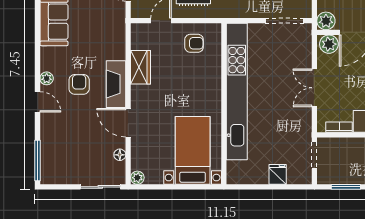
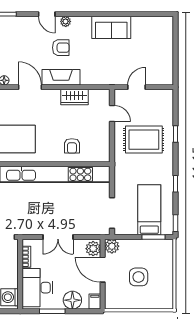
armchair: (194, 43) -> (72, 146), moved
double door: (314, 88) -> (58, 237), swing flipped
door: (38, 102) -> (47, 14), hinge flipped
door: (128, 123) -> (30, 87), hinge flipped

